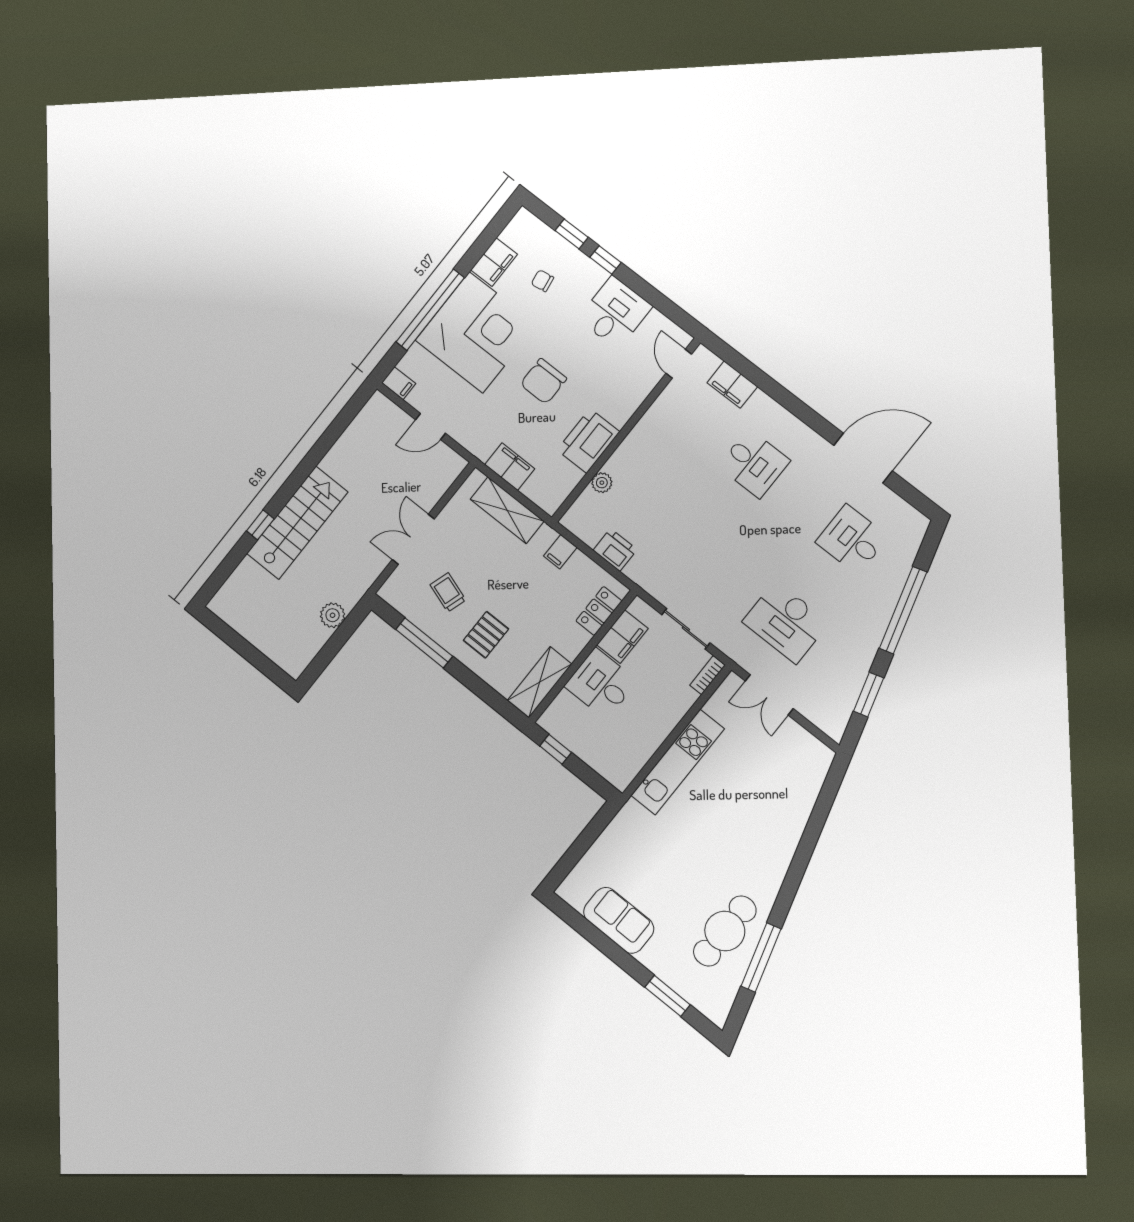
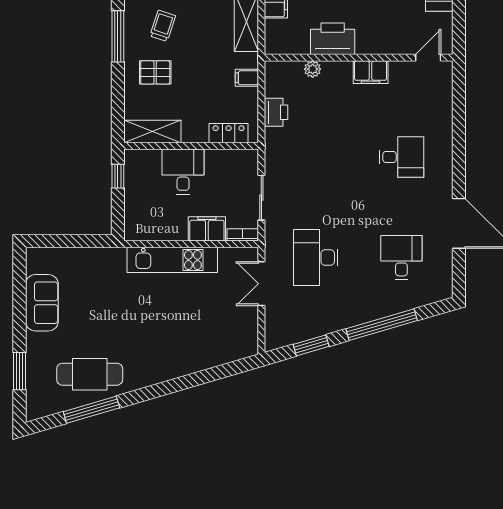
filing cabinet: (732, 385) -> (371, 72), moved, turned -90
desk: (754, 463) -> (401, 157), turned -90
filing cabinet: (622, 637) -> (207, 229), moved, turned 180

